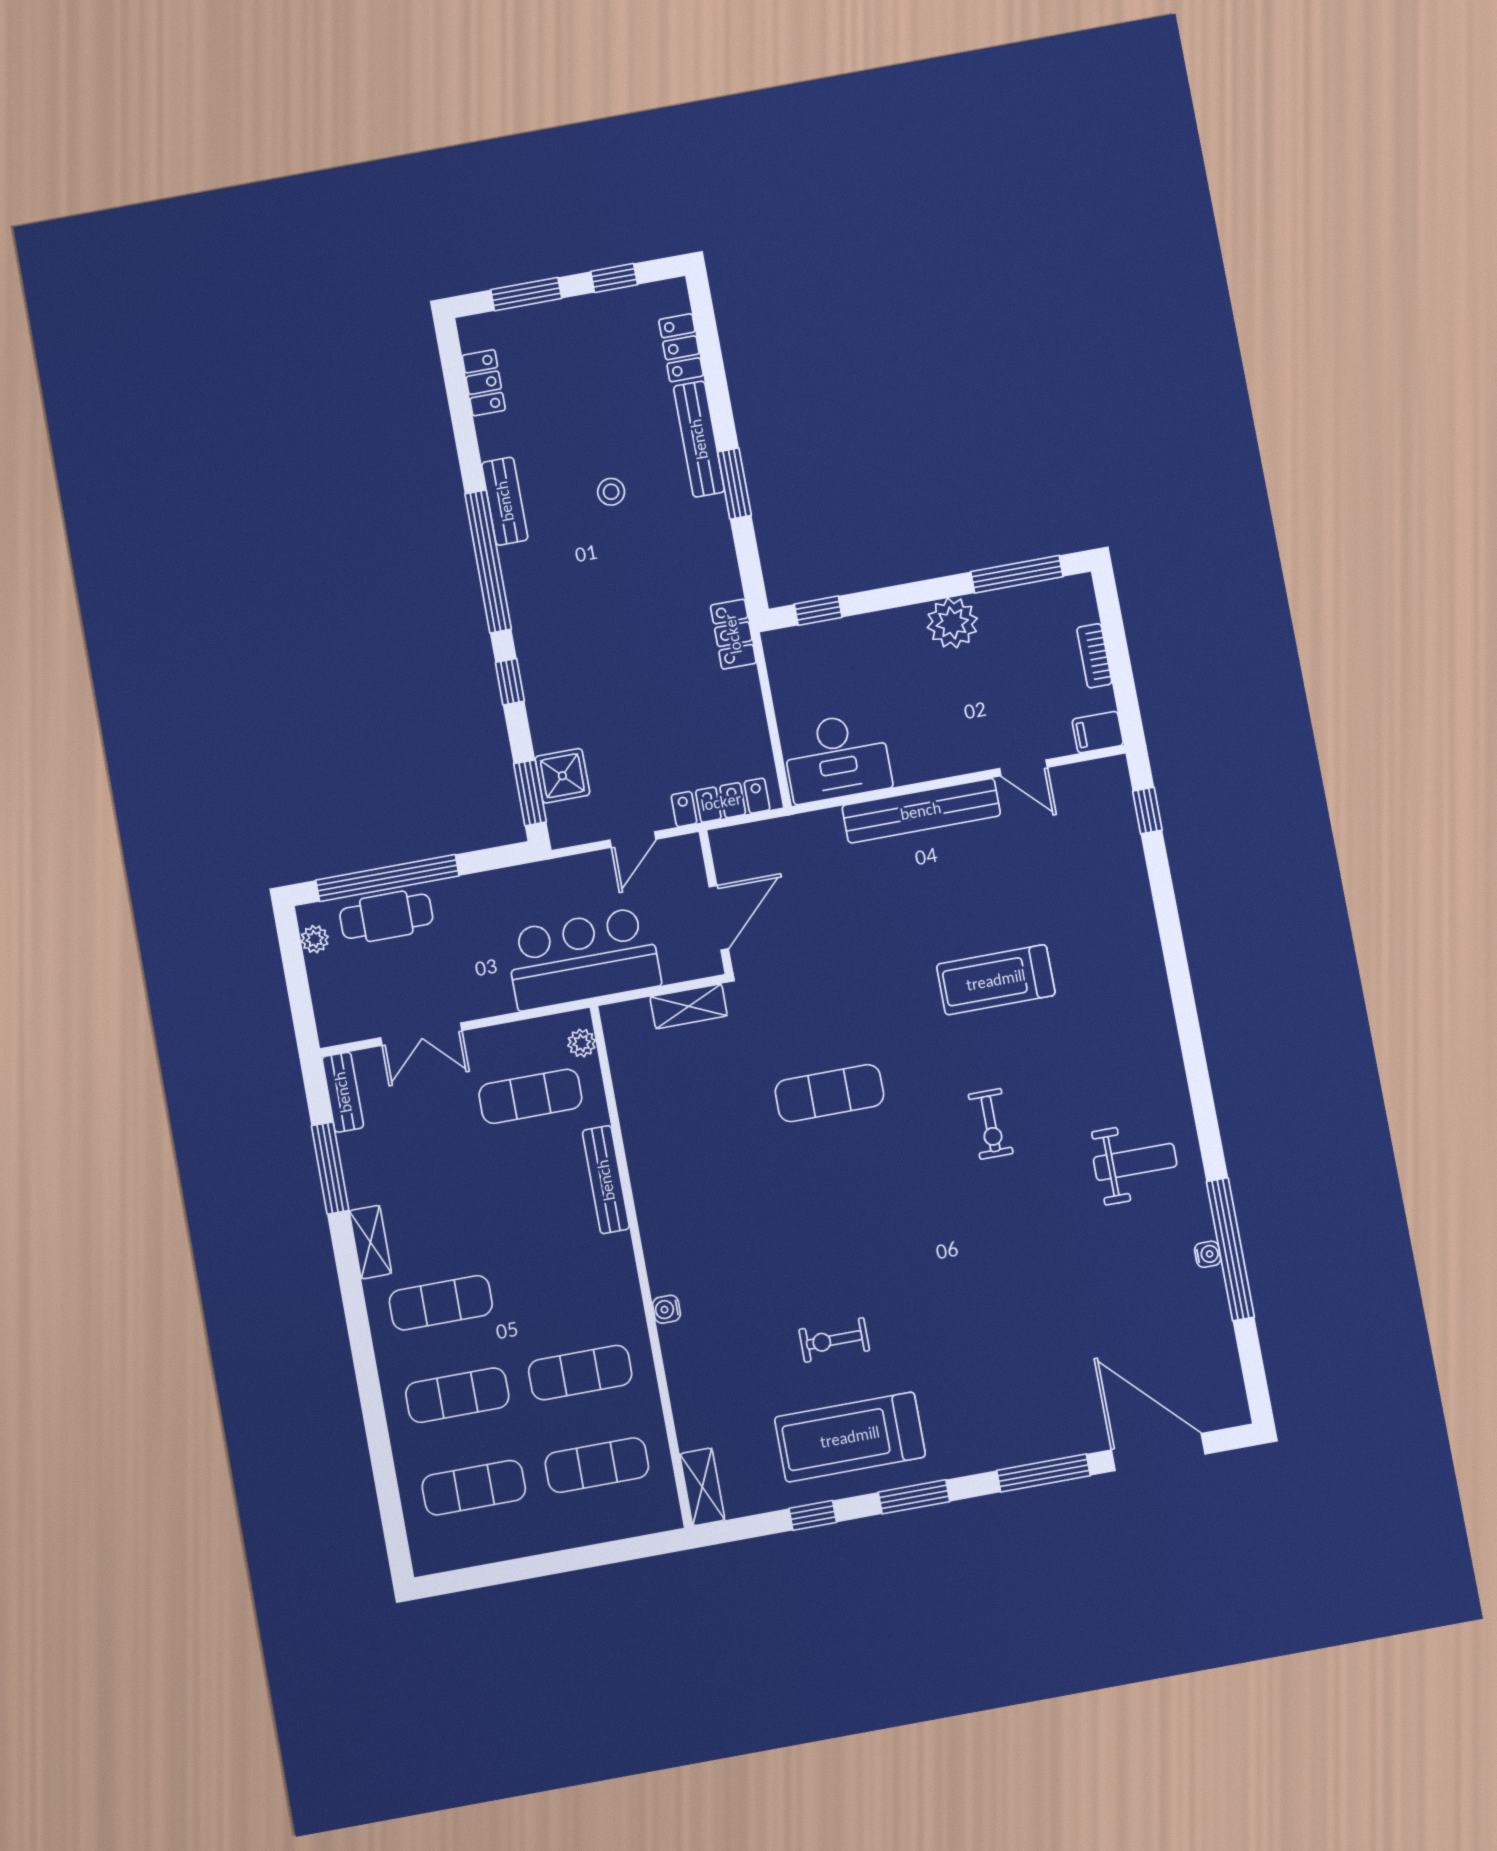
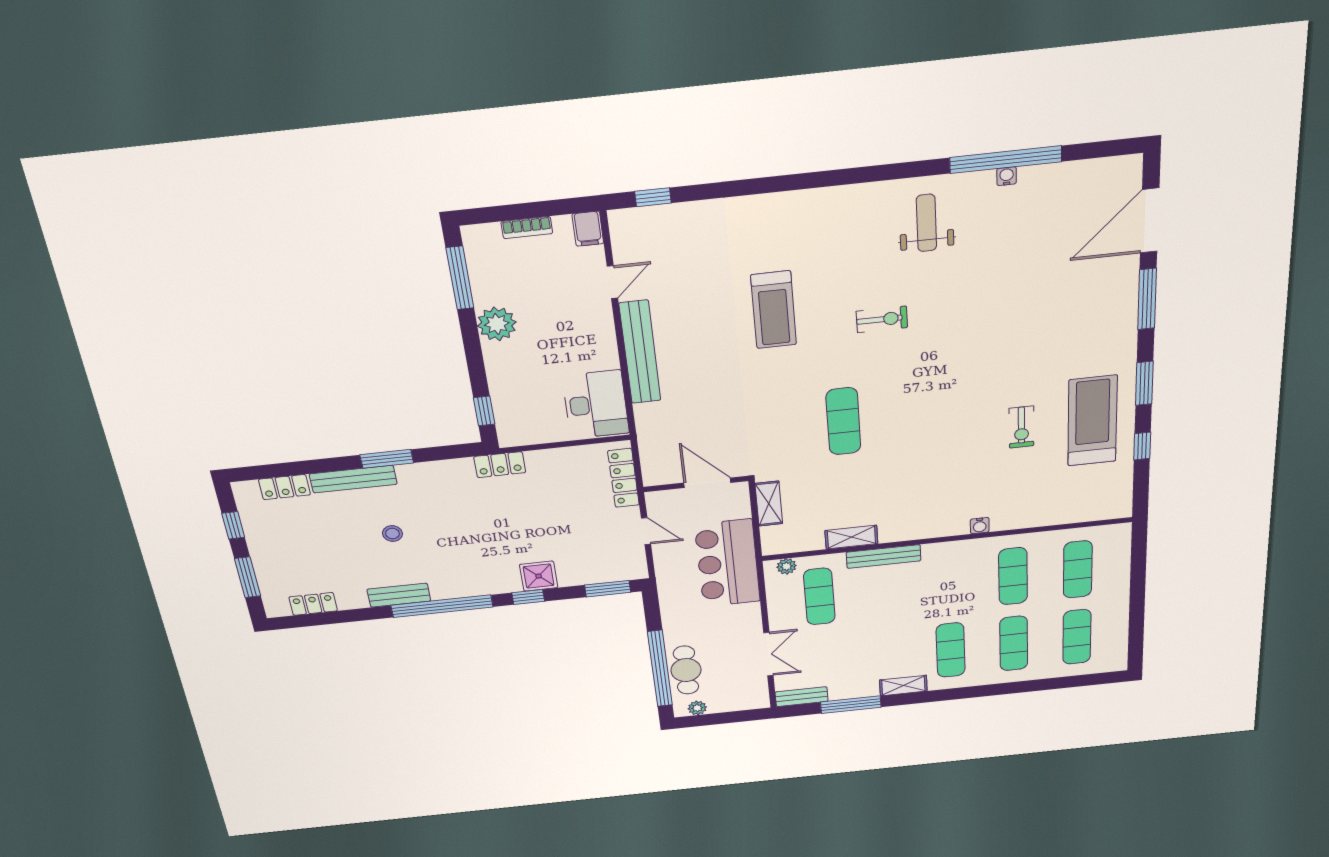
shower: (562, 776) -> (539, 576), moved
treadmill: (850, 1437) -> (1093, 421), turned 180
shelving: (702, 1487) -> (851, 537), moved

